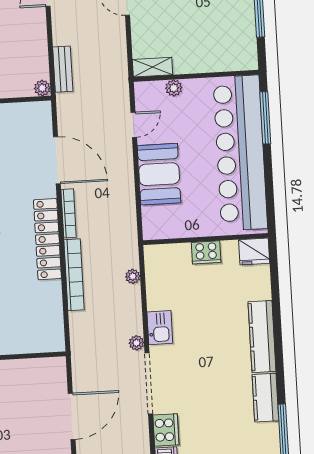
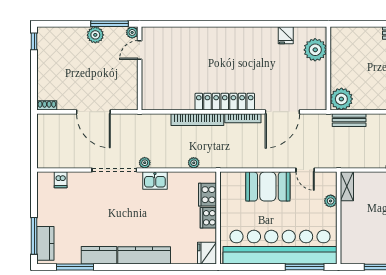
plant: (42, 88) -> (341, 99), width x1.87, depth x1.87
cooker: (166, 430) -> (207, 195), moved, turned 90

